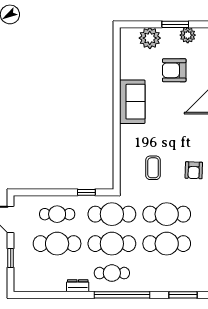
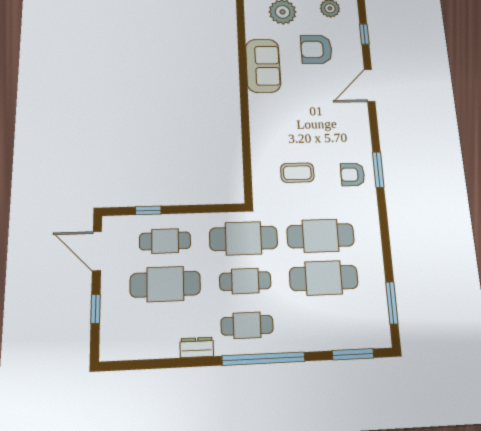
sofa: (132, 102) -> (263, 66), moved
coffee table: (153, 168) -> (297, 173), turned 90
armchair: (194, 170) -> (353, 175), turned 88
window: (86, 192) -> (148, 210), moved
cafe table: (112, 244) -> (245, 281), width x0.73, depth x0.74

